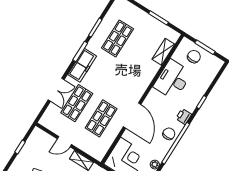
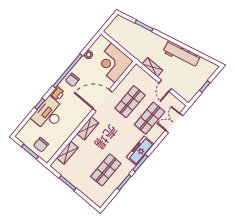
desk: (173, 80) -> (49, 114), moved, turned 180
shelving: (144, 82) -> (88, 128), added
double door: (56, 90) -> (174, 123), moved
door: (132, 115) -> (102, 101), hinge flipped
door: (64, 142) -> (165, 86), swing flipped

